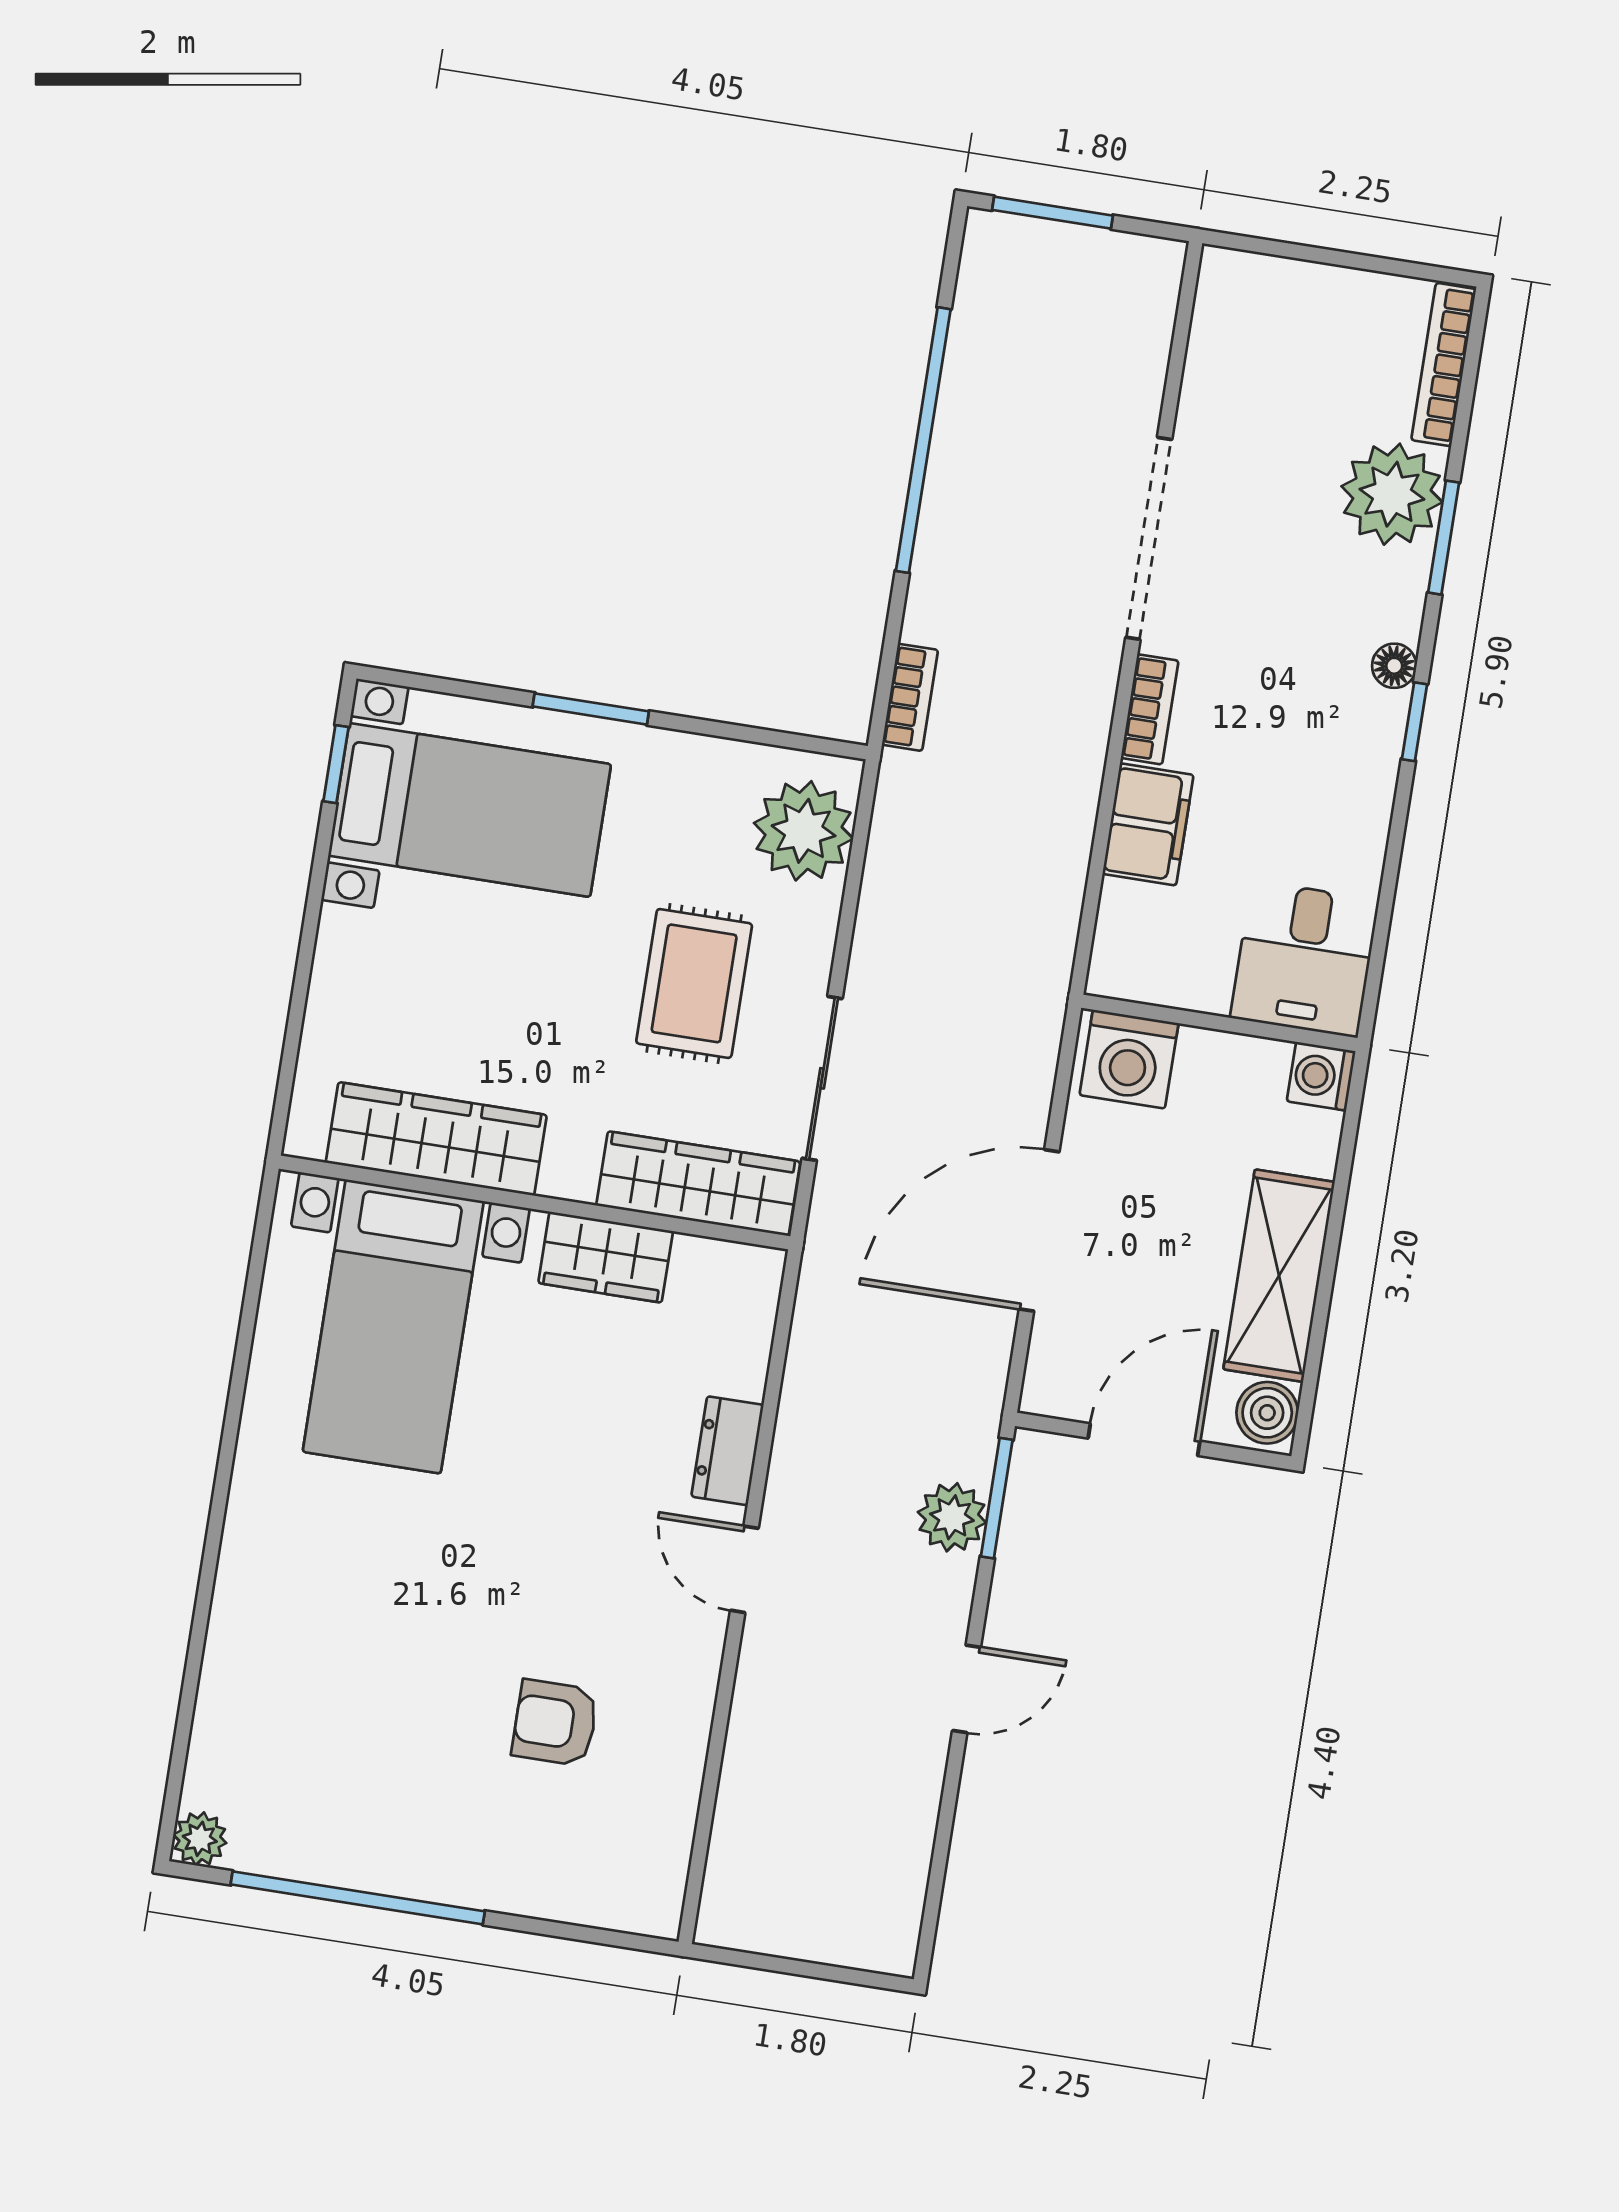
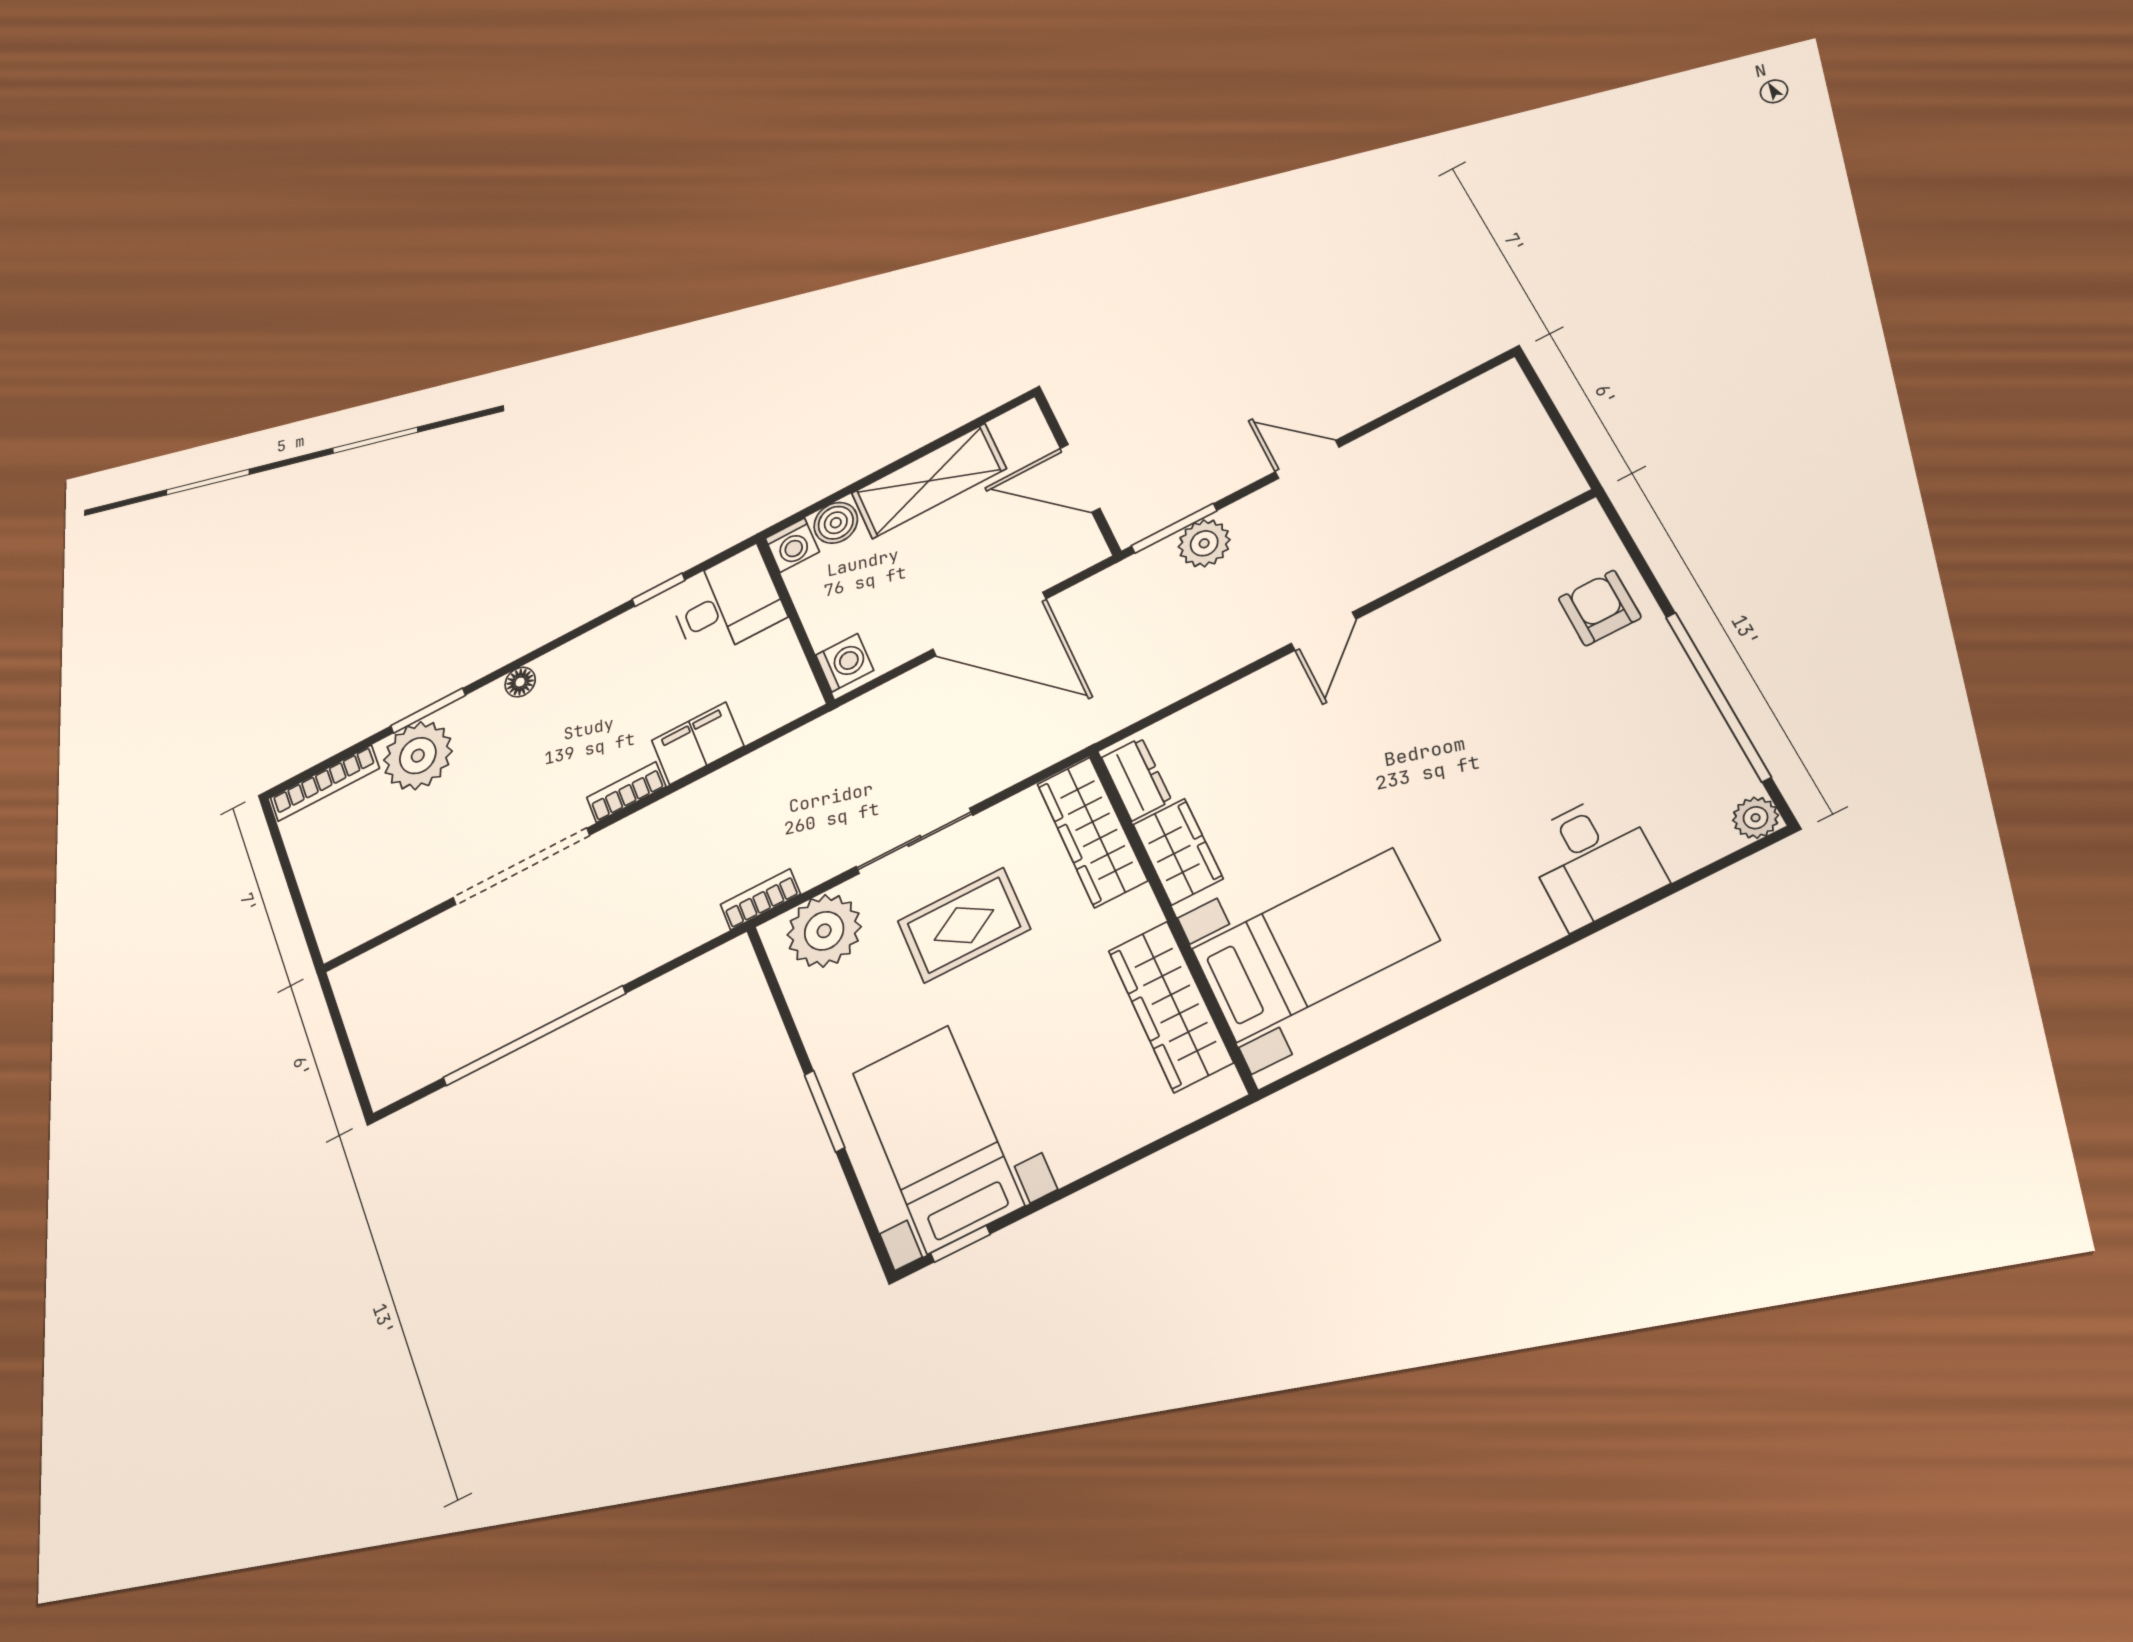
window: (1053, 213) -> (351, 1061), removed
bookcase: (910, 697) -> (760, 899), moved
window: (1414, 722) -> (658, 590), moved
washing machine: (1129, 1059) -> (845, 663), width x0.73, depth x0.73
sliding door: (822, 1078) -> (914, 841), moved
boiler: (1267, 1413) -> (836, 523), moved
dresser: (727, 1451) -> (1137, 779), moved, turned -90
desk: (275, 1657) -> (1594, 860), added
armchair: (555, 1723) -> (1600, 608), moved, turned 180

